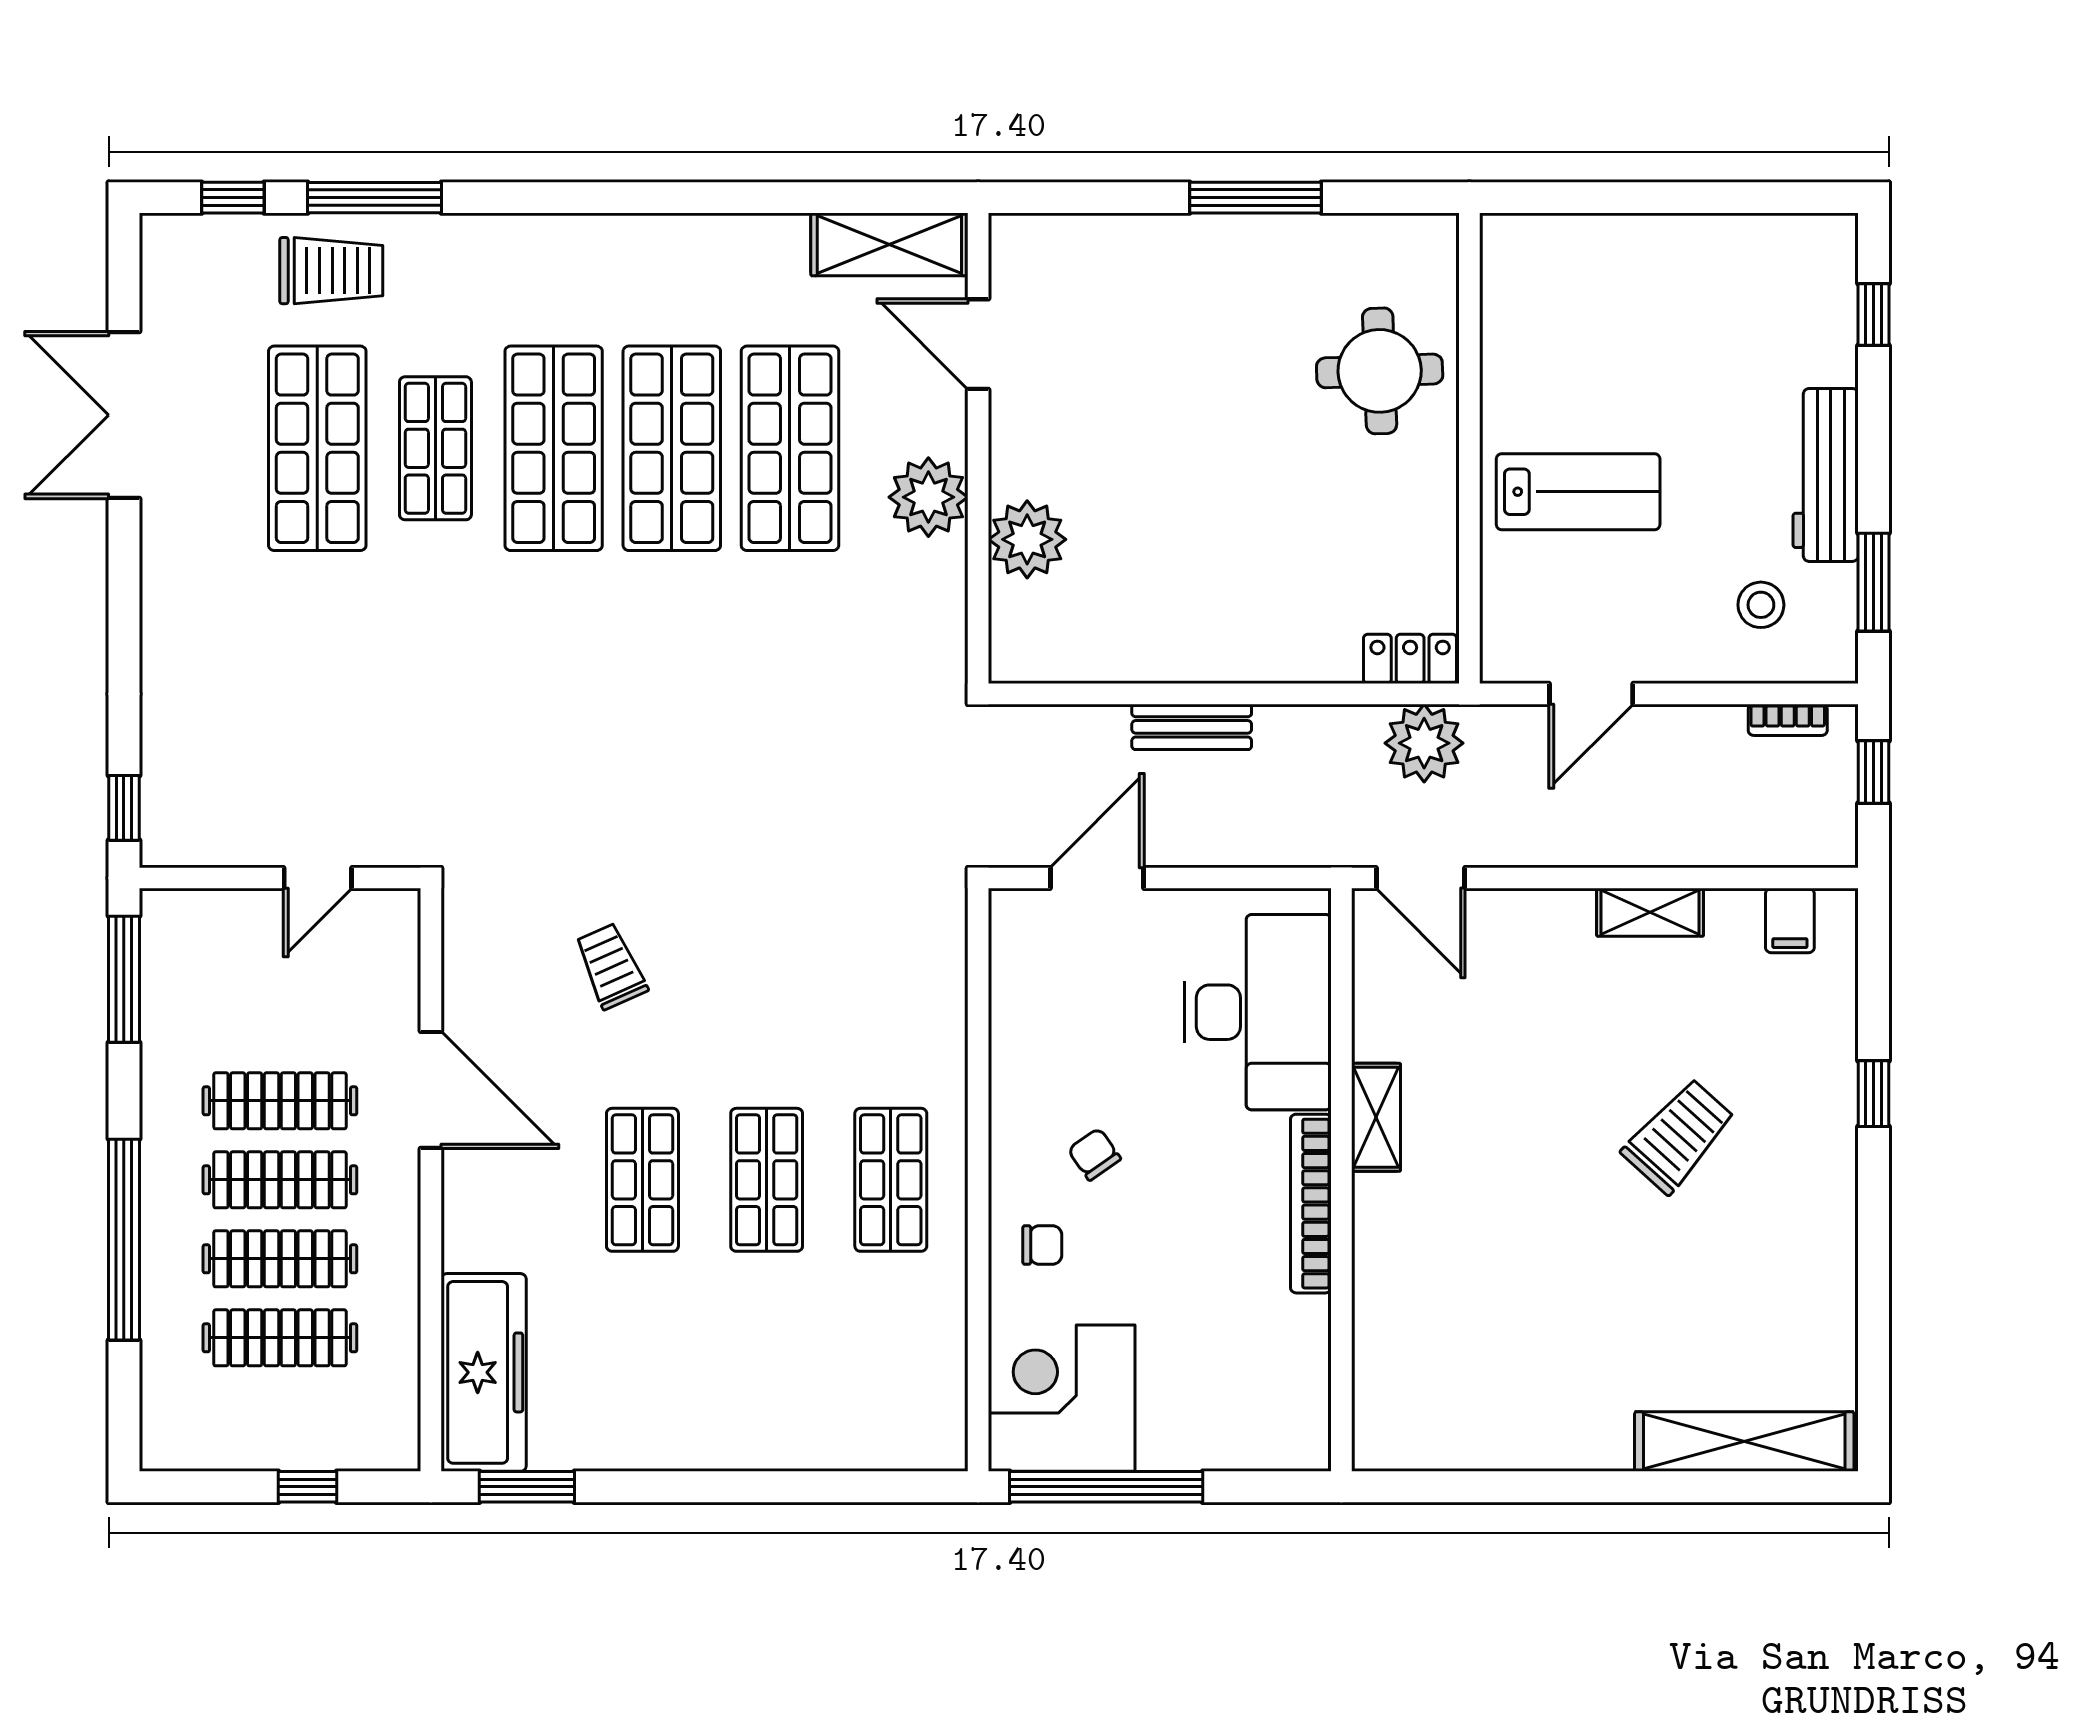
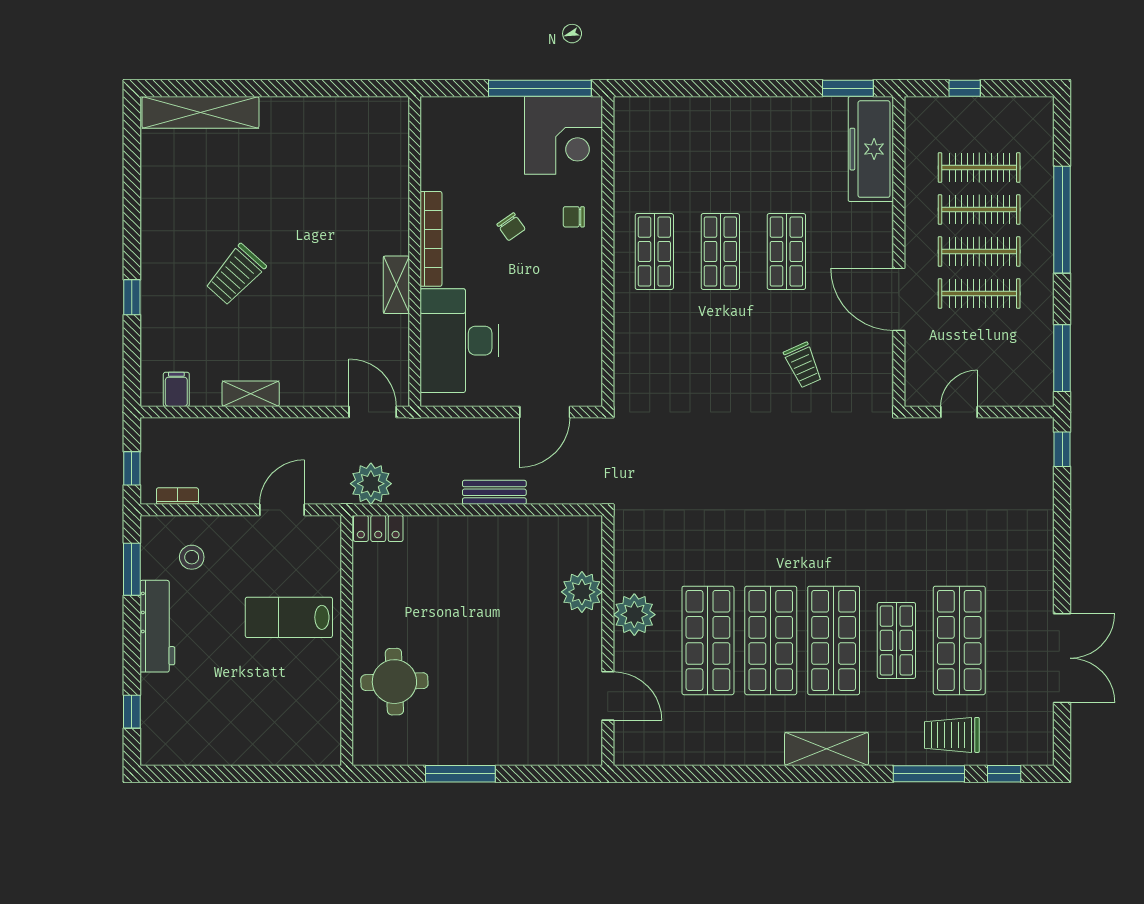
shelving: (889, 244) -> (827, 749), moved
chair: (1094, 1154) -> (511, 227), moved

